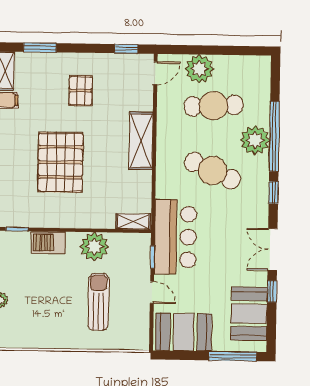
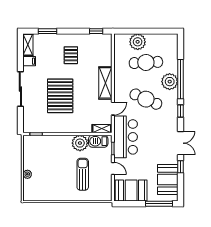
door: (155, 73) -> (113, 109), moved
barbecue: (48, 243) -> (98, 141), moved
double door: (273, 249) -> (181, 143), swing flipped

